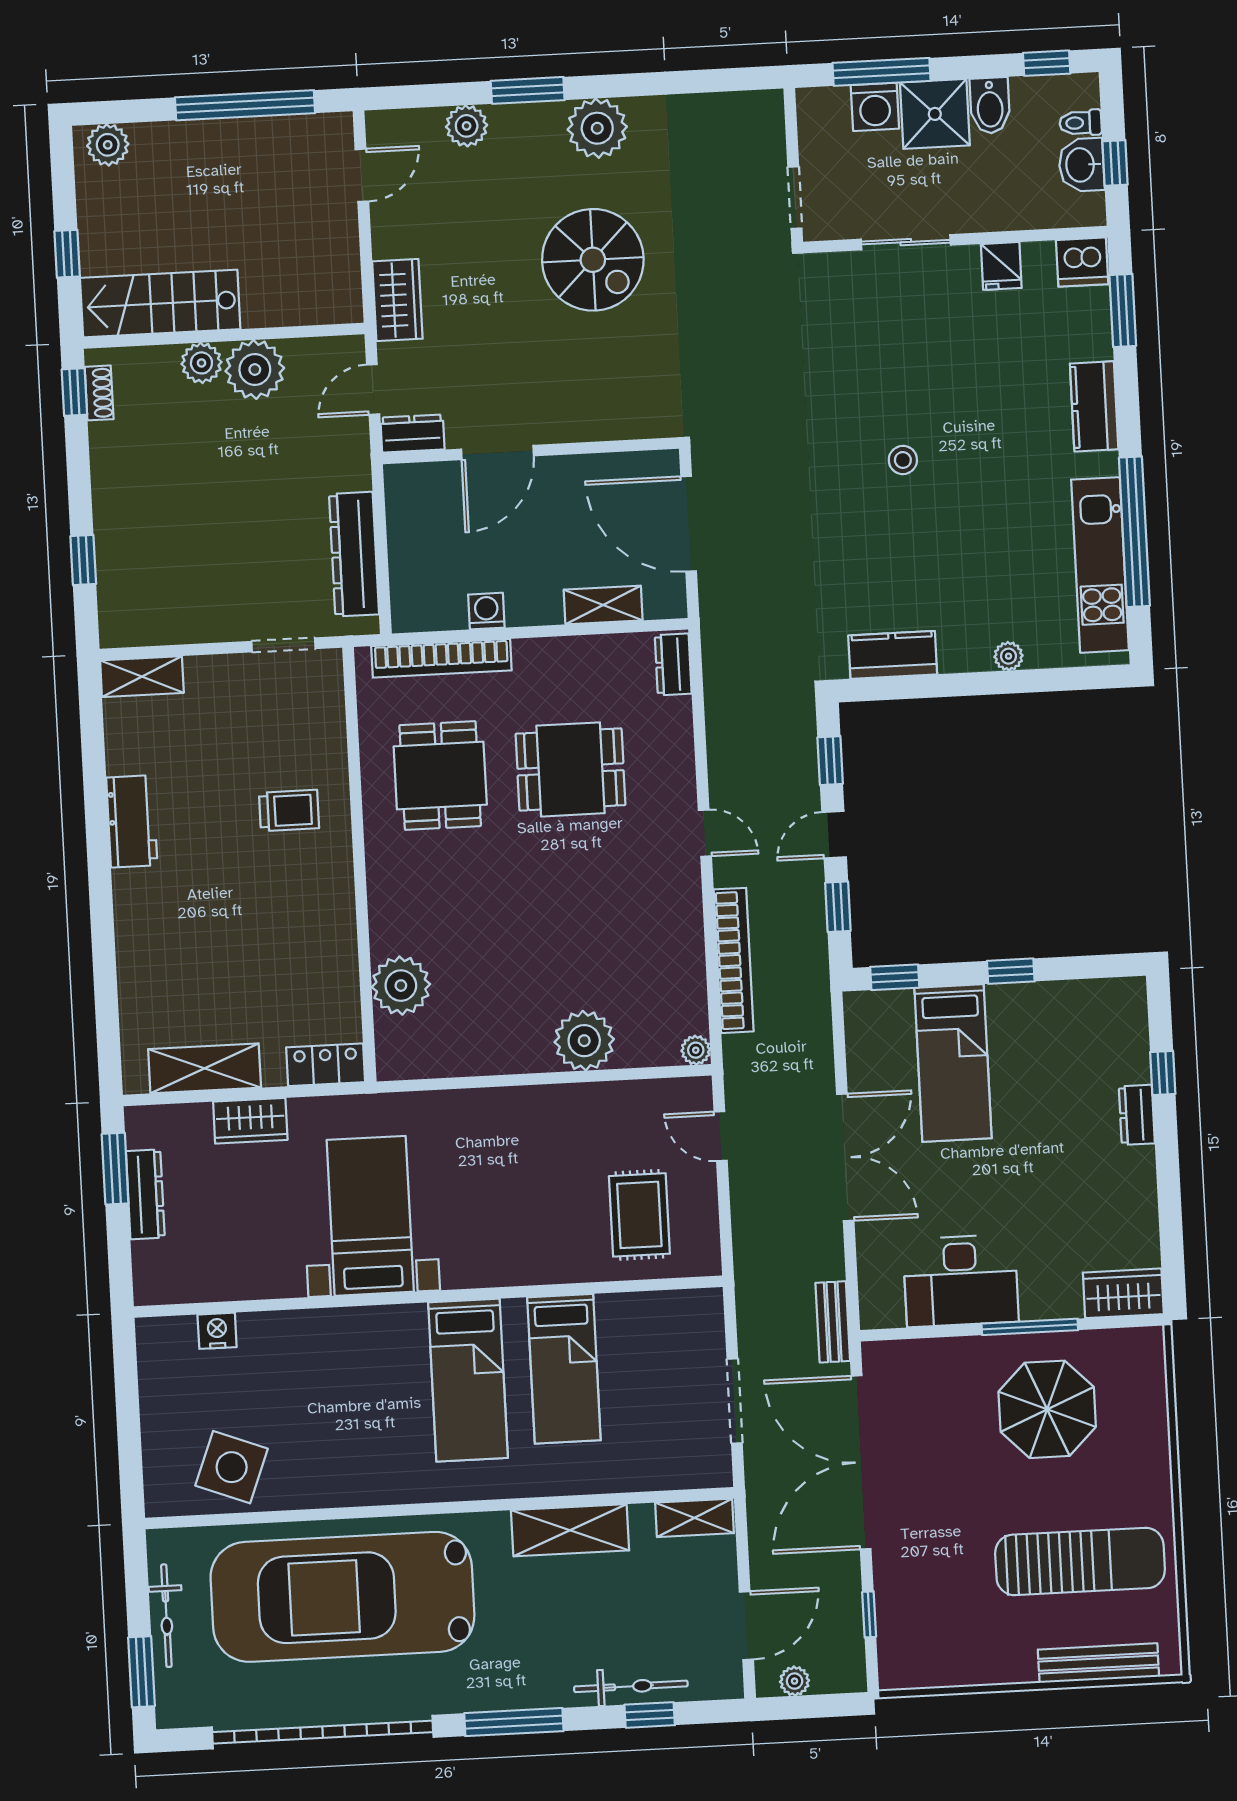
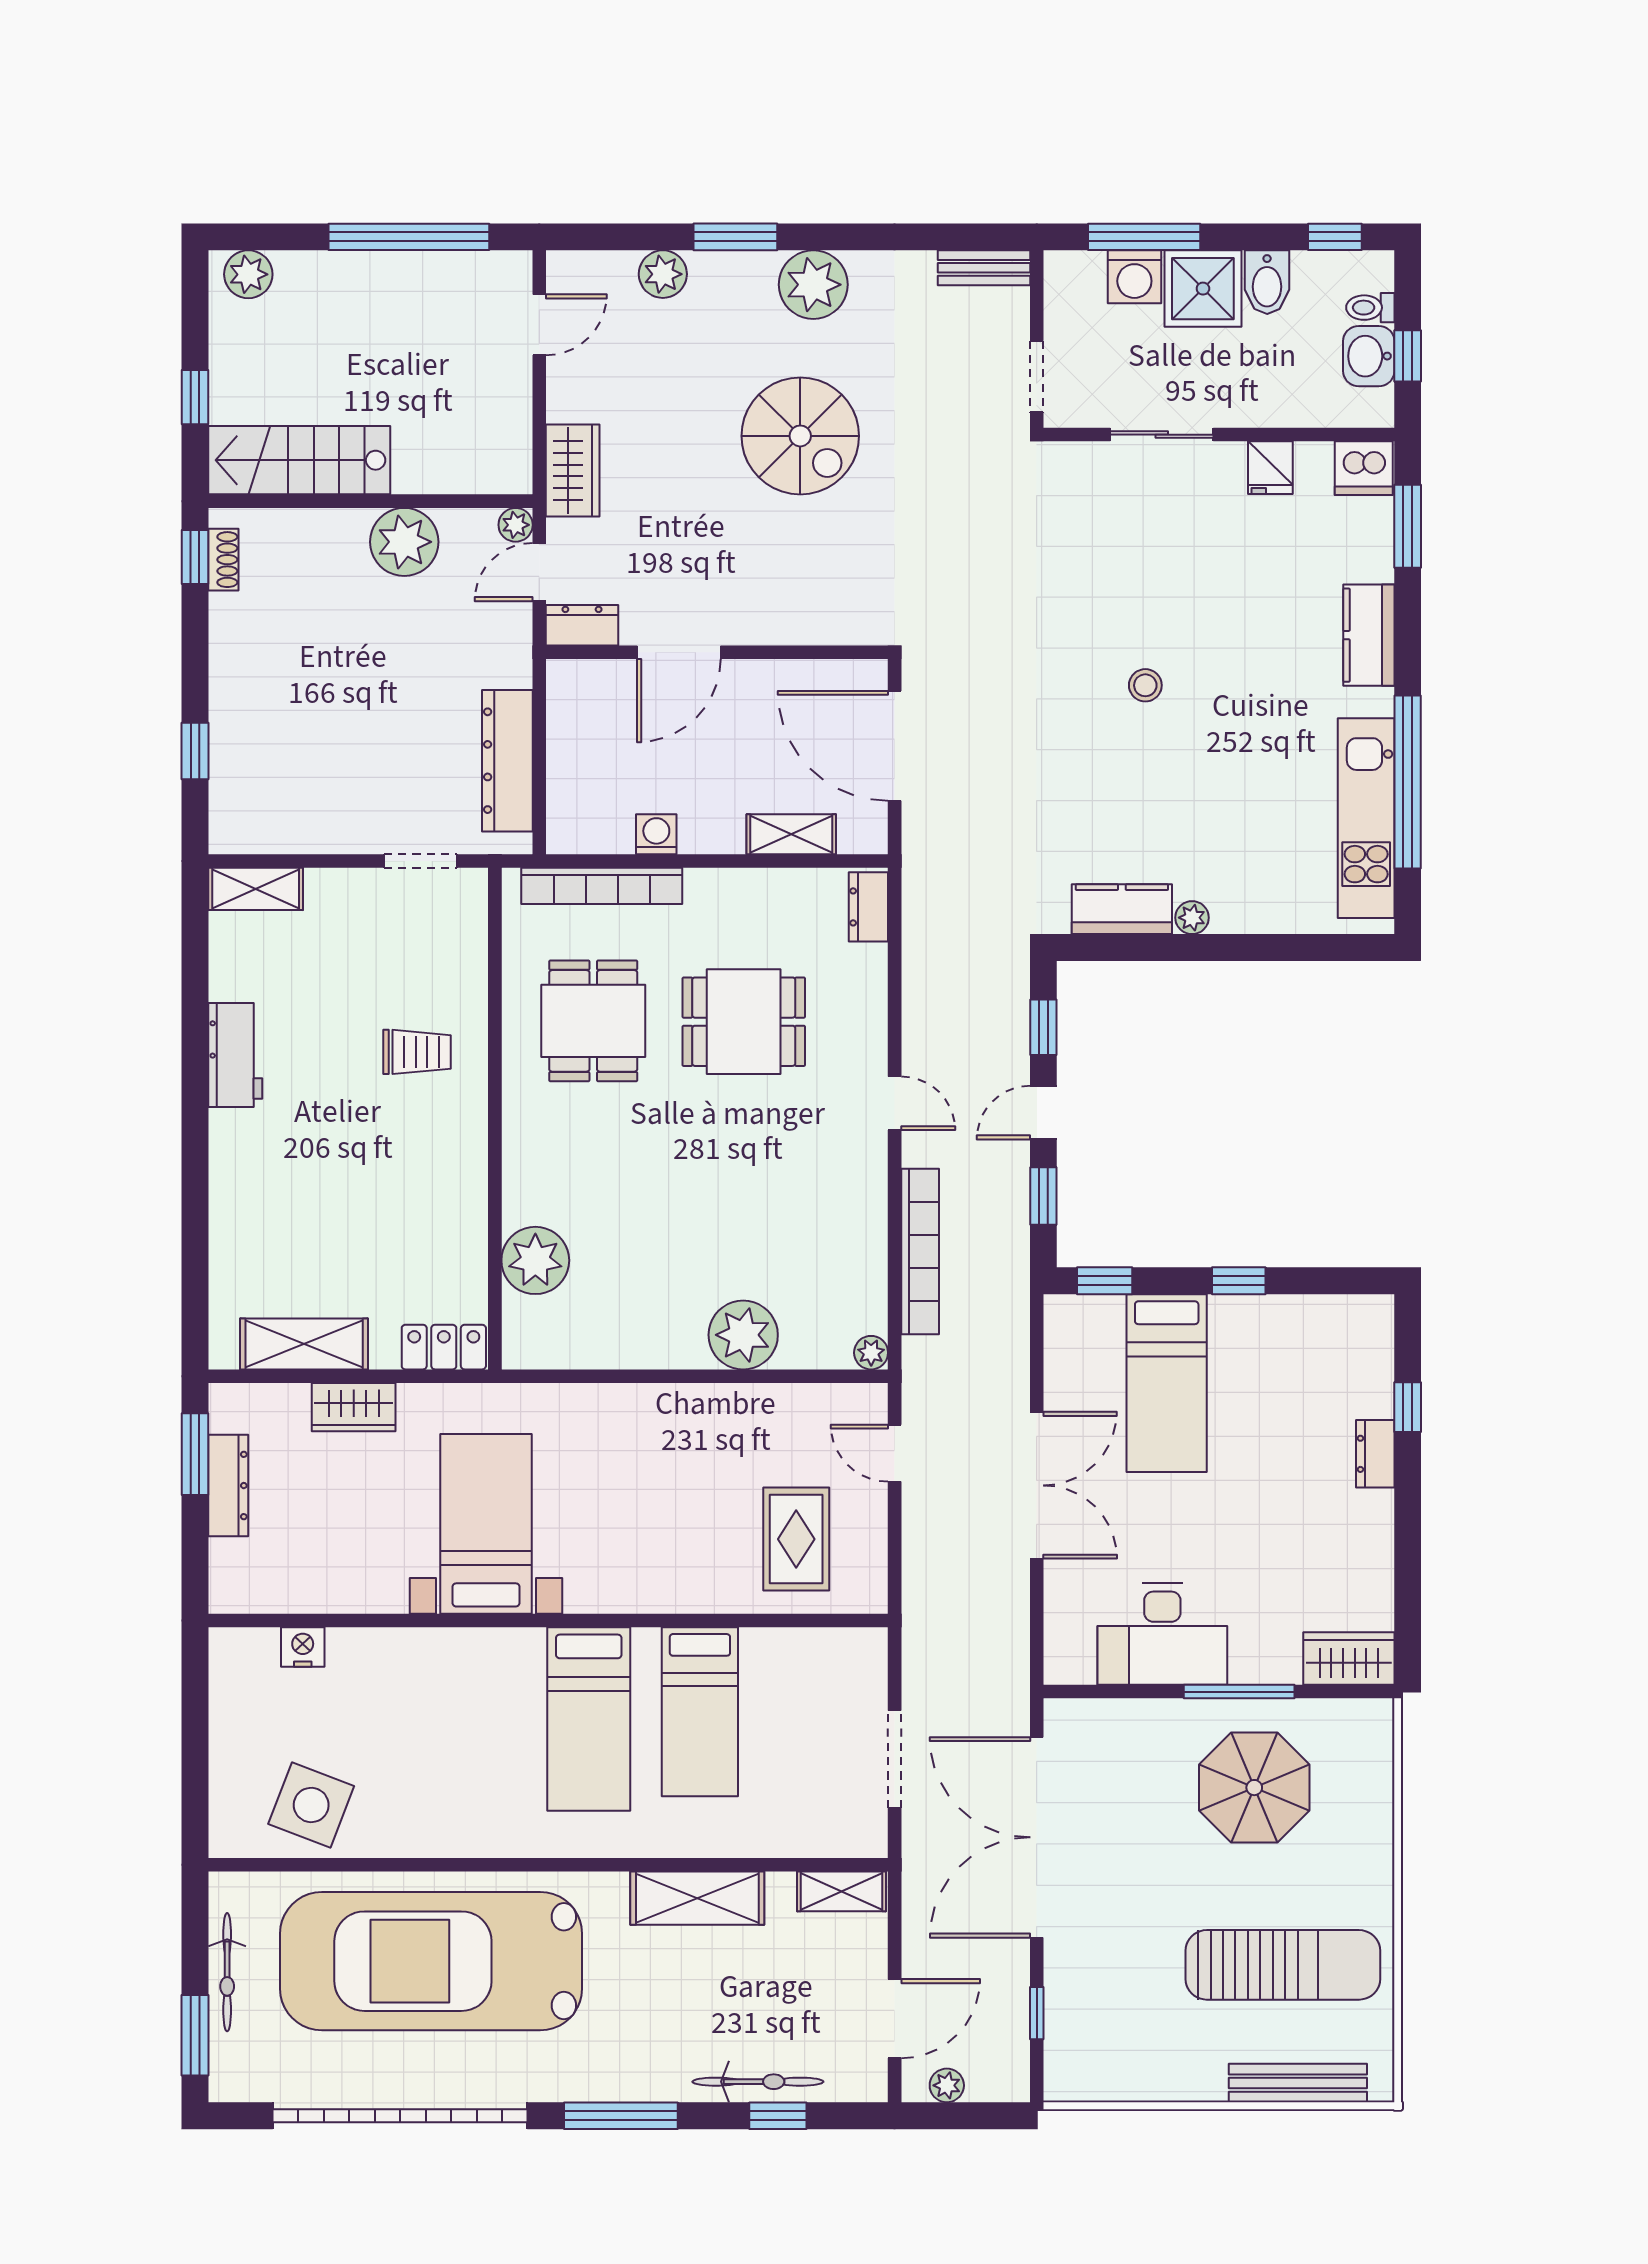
plant: (201, 363) -> (516, 525), moved, width x0.73, depth x0.73
plant: (1008, 656) -> (1192, 918), moved
bench: (833, 1322) -> (984, 268), moved, turned 90

